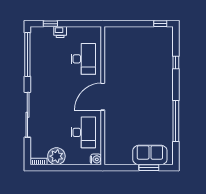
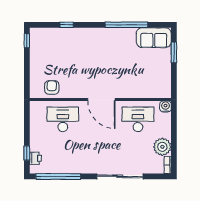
printer: (60, 32) -> (35, 158), moved
armchair: (114, 48) -> (52, 87), added
sofa: (150, 155) -> (154, 38), moved, turned -90

